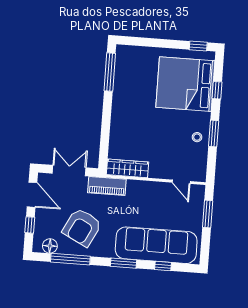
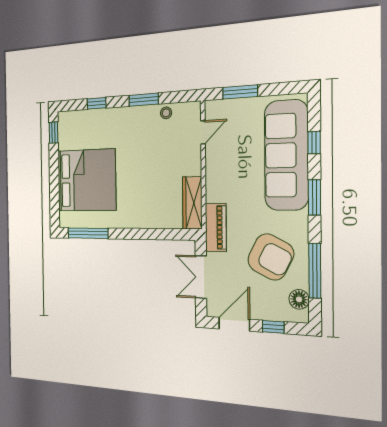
bed: (185, 84) -> (86, 180), moved, turned -90
stool: (197, 137) -> (166, 113), moved

